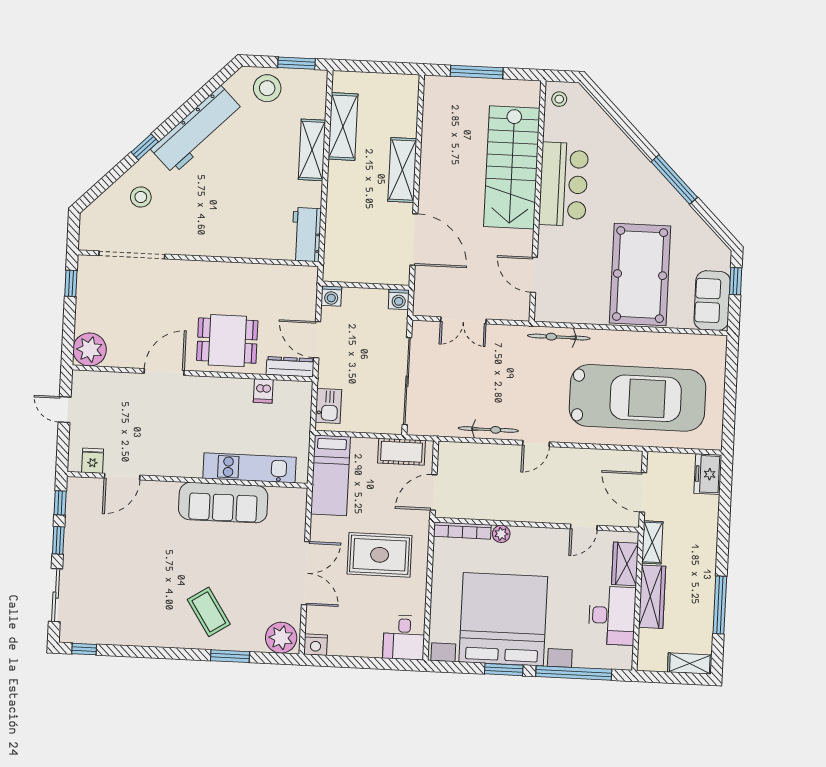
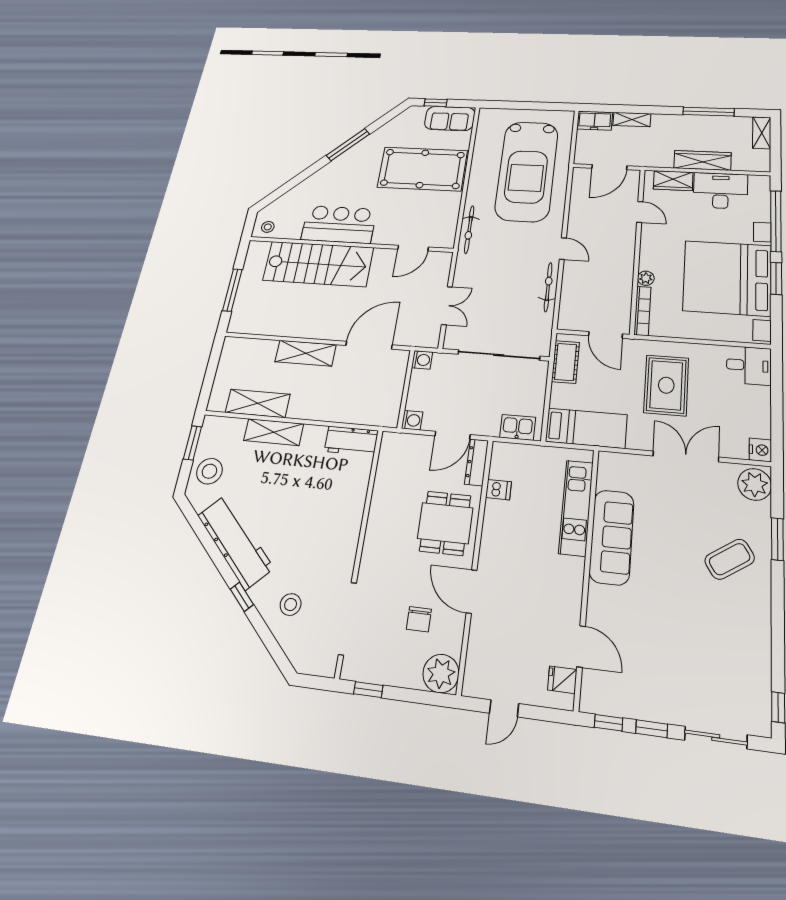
chair: (136, 324) -> (419, 619), added
car: (637, 398) -> (527, 171), turned 180
shelving: (652, 542) -> (632, 120), moved

